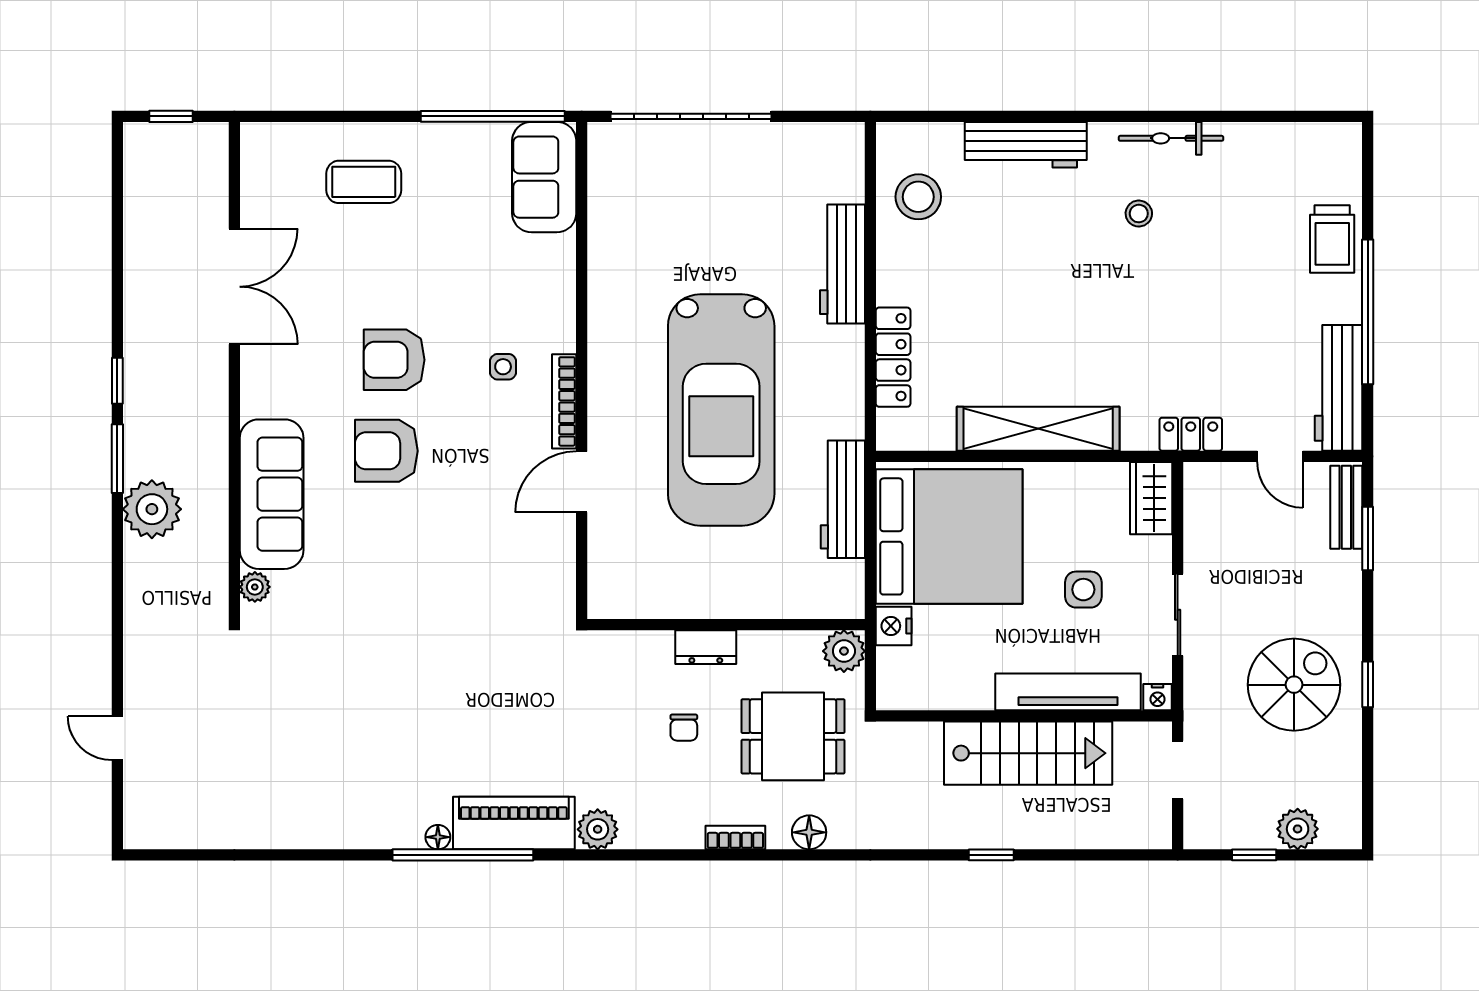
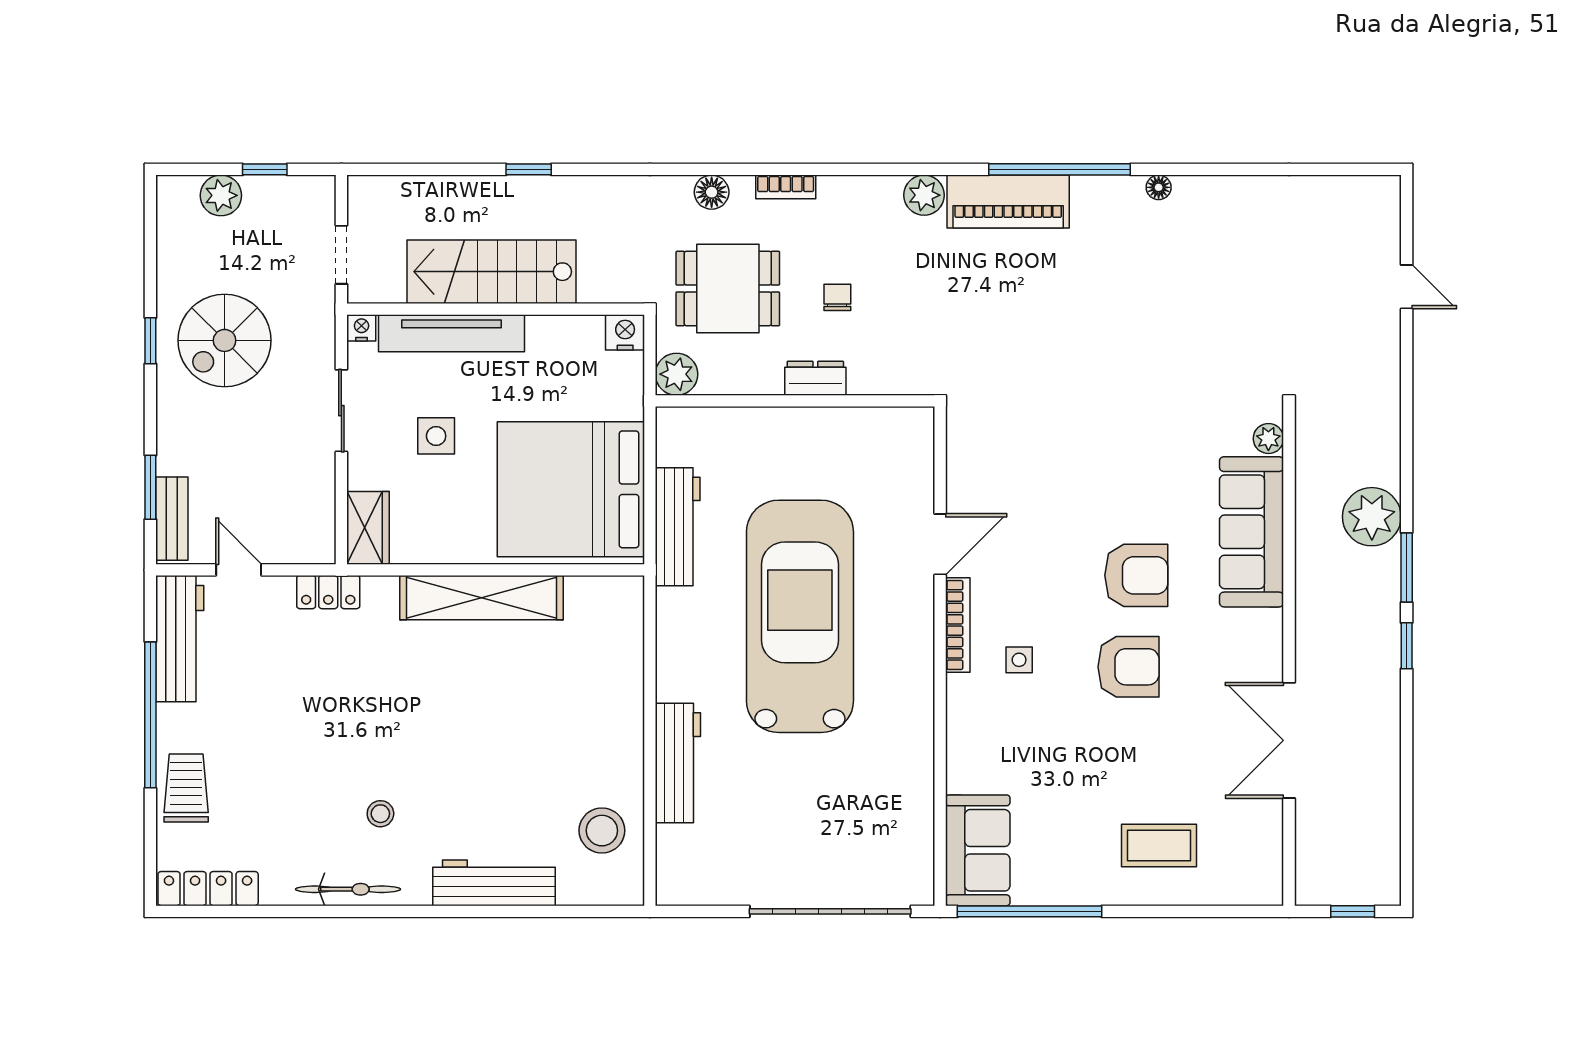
locker: (893, 357) -> (208, 889), moved, turned 90
nightstand: (894, 626) -> (625, 332), moved, turned -90
floor lamp: (438, 837) -> (1159, 187), moved

